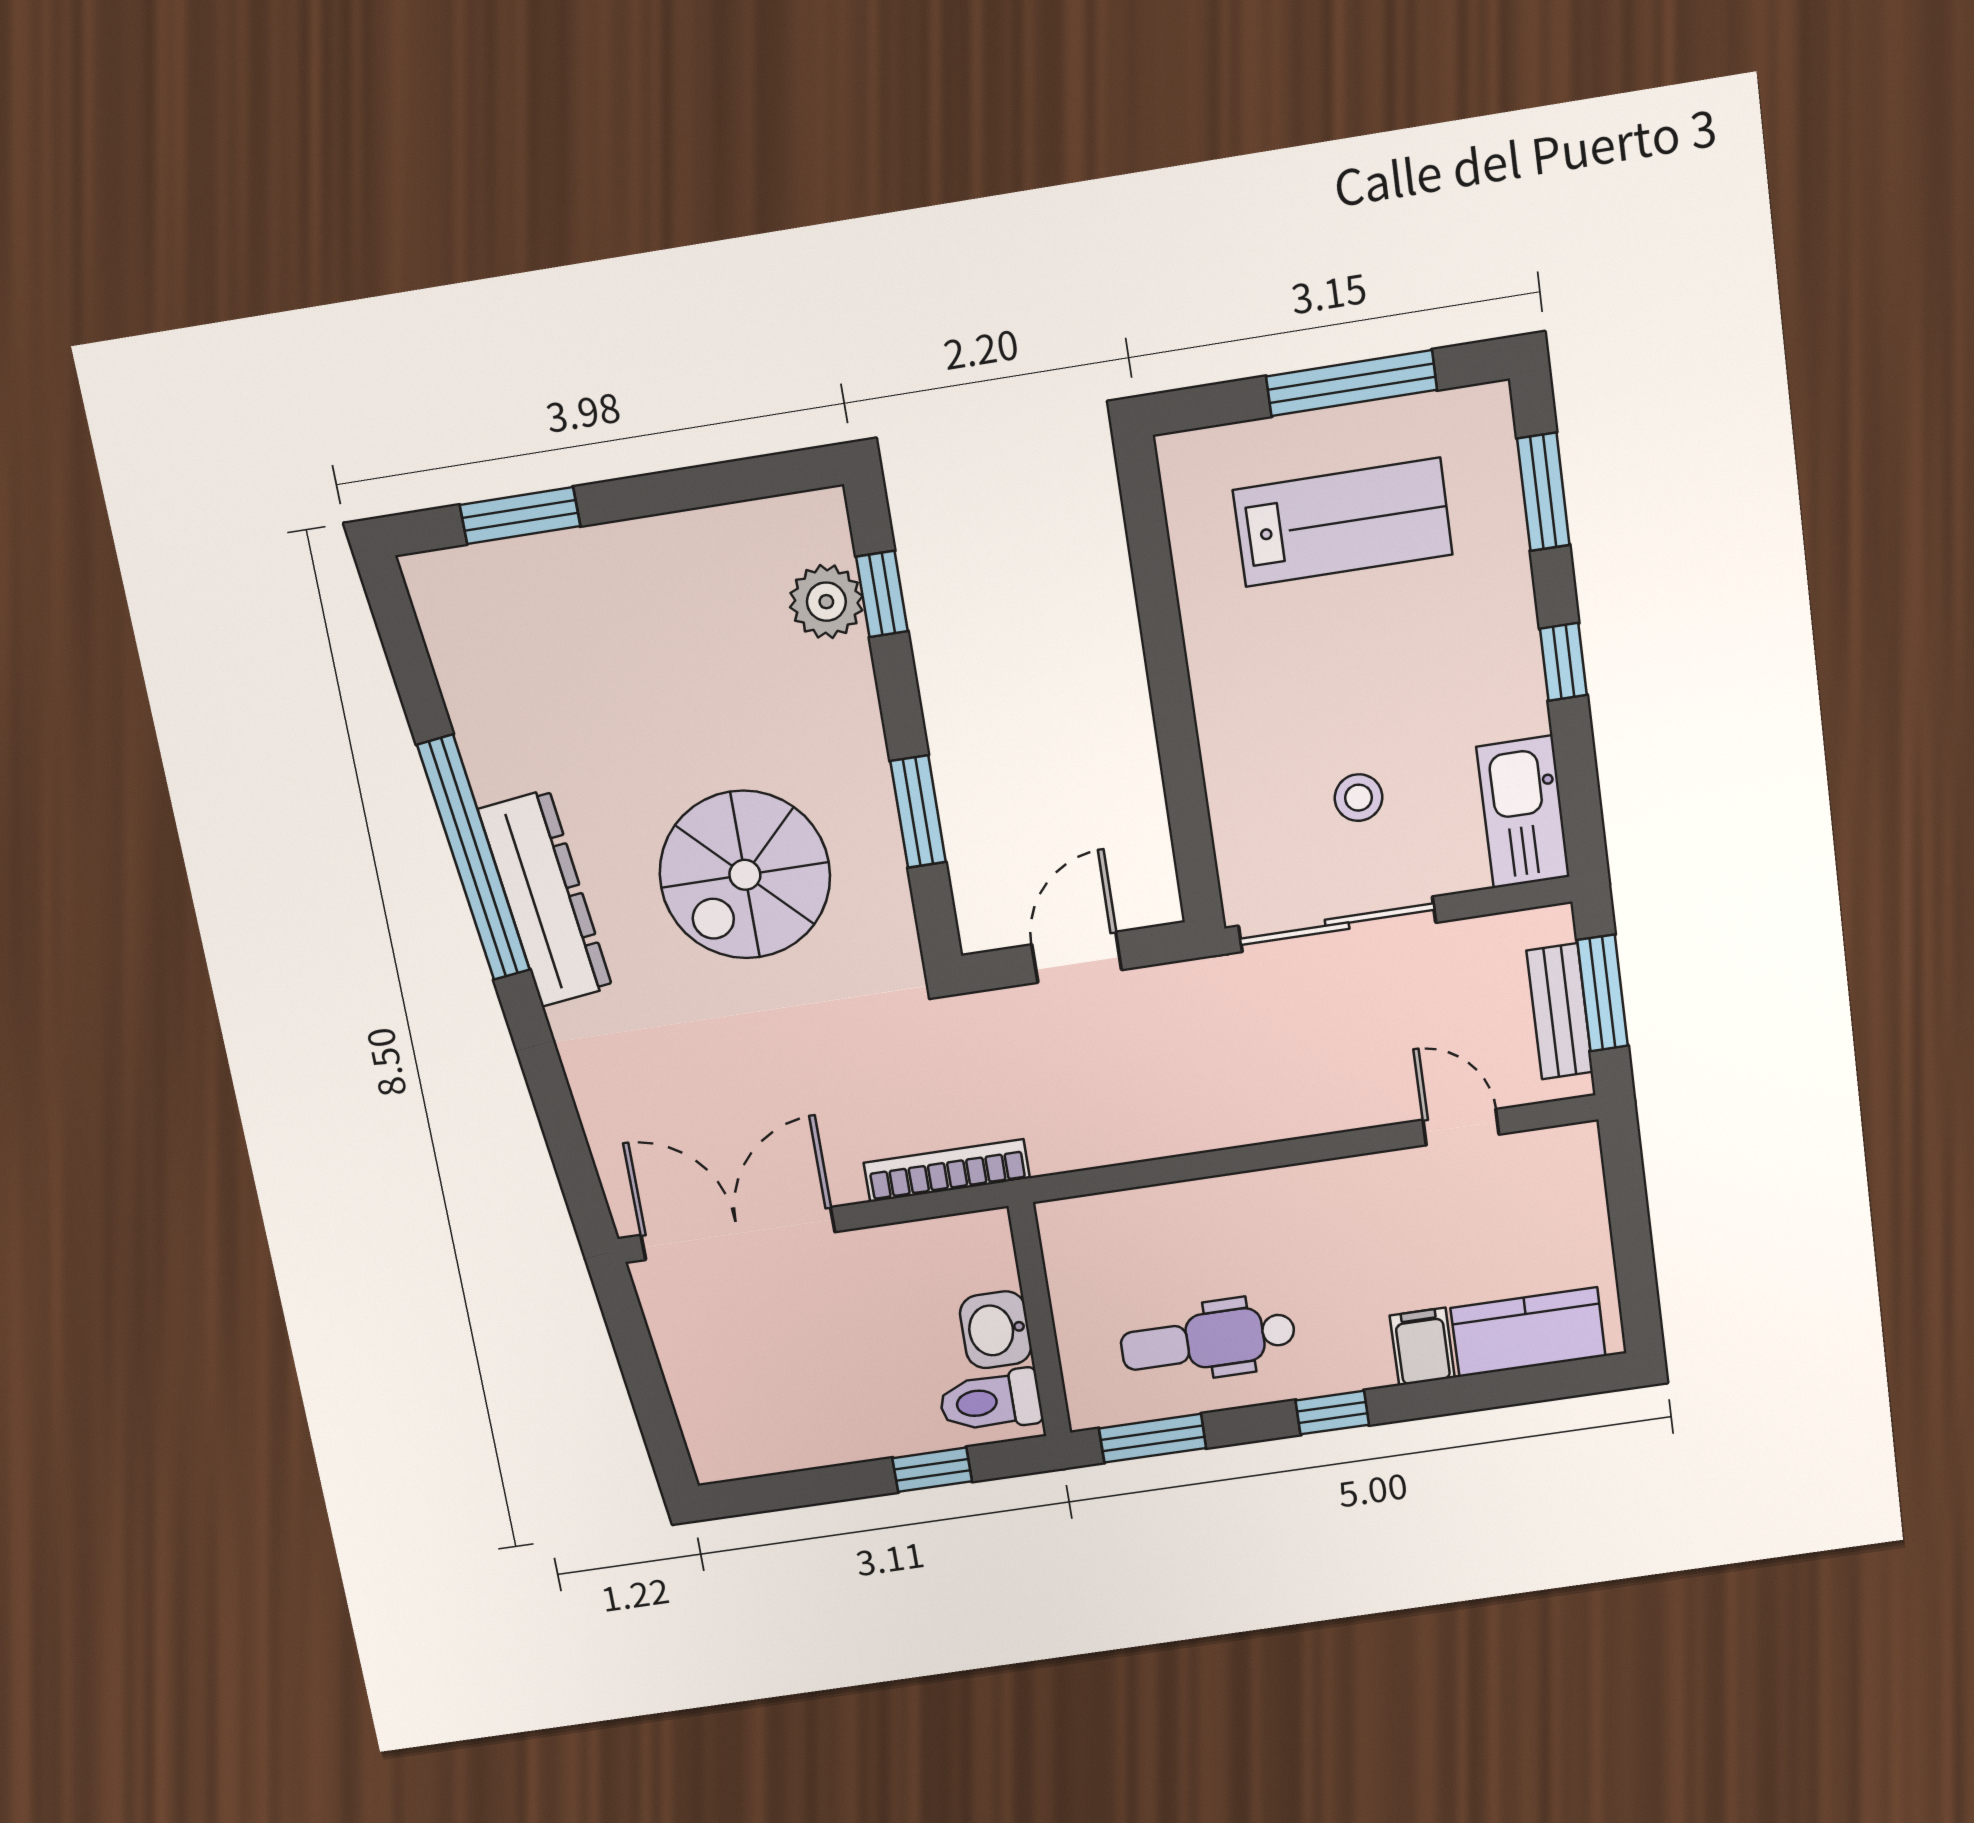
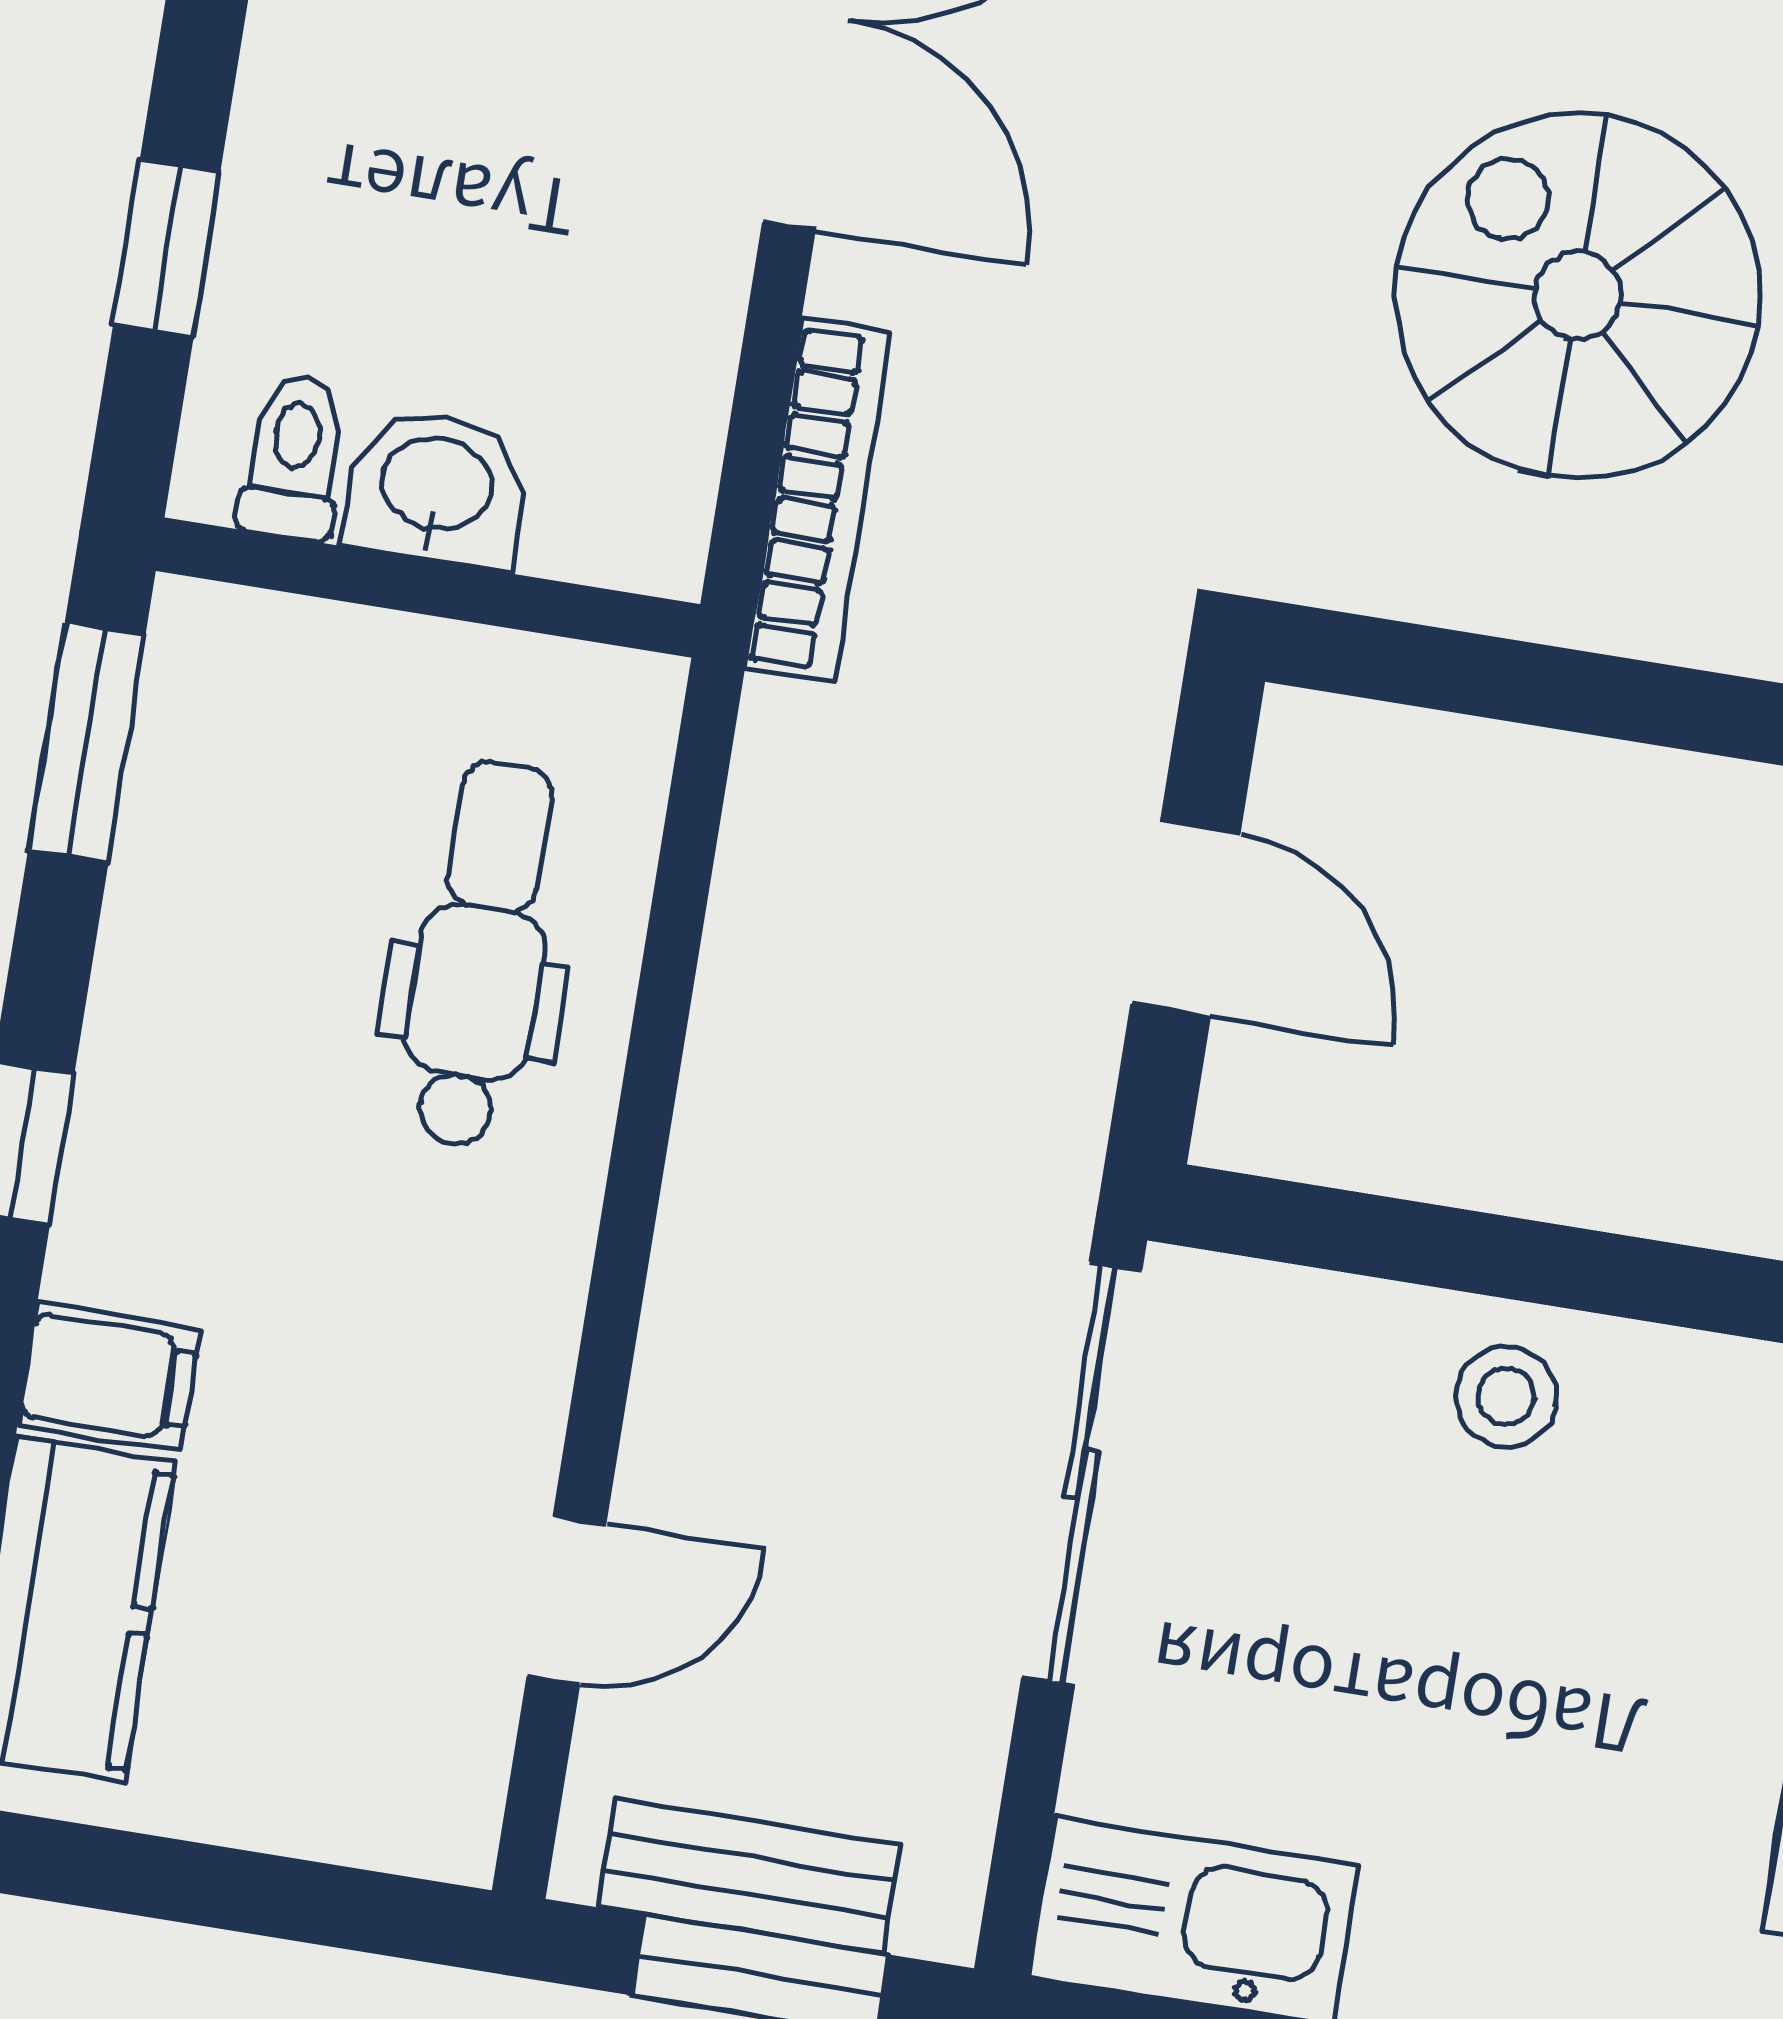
stool: (1358, 798) -> (1506, 1397), moved
window: (918, 812) -> (1593, 694), removed
dental chair: (1208, 1340) -> (481, 954), moved
toilet: (990, 1401) -> (294, 458), width x0.73, depth x0.72

